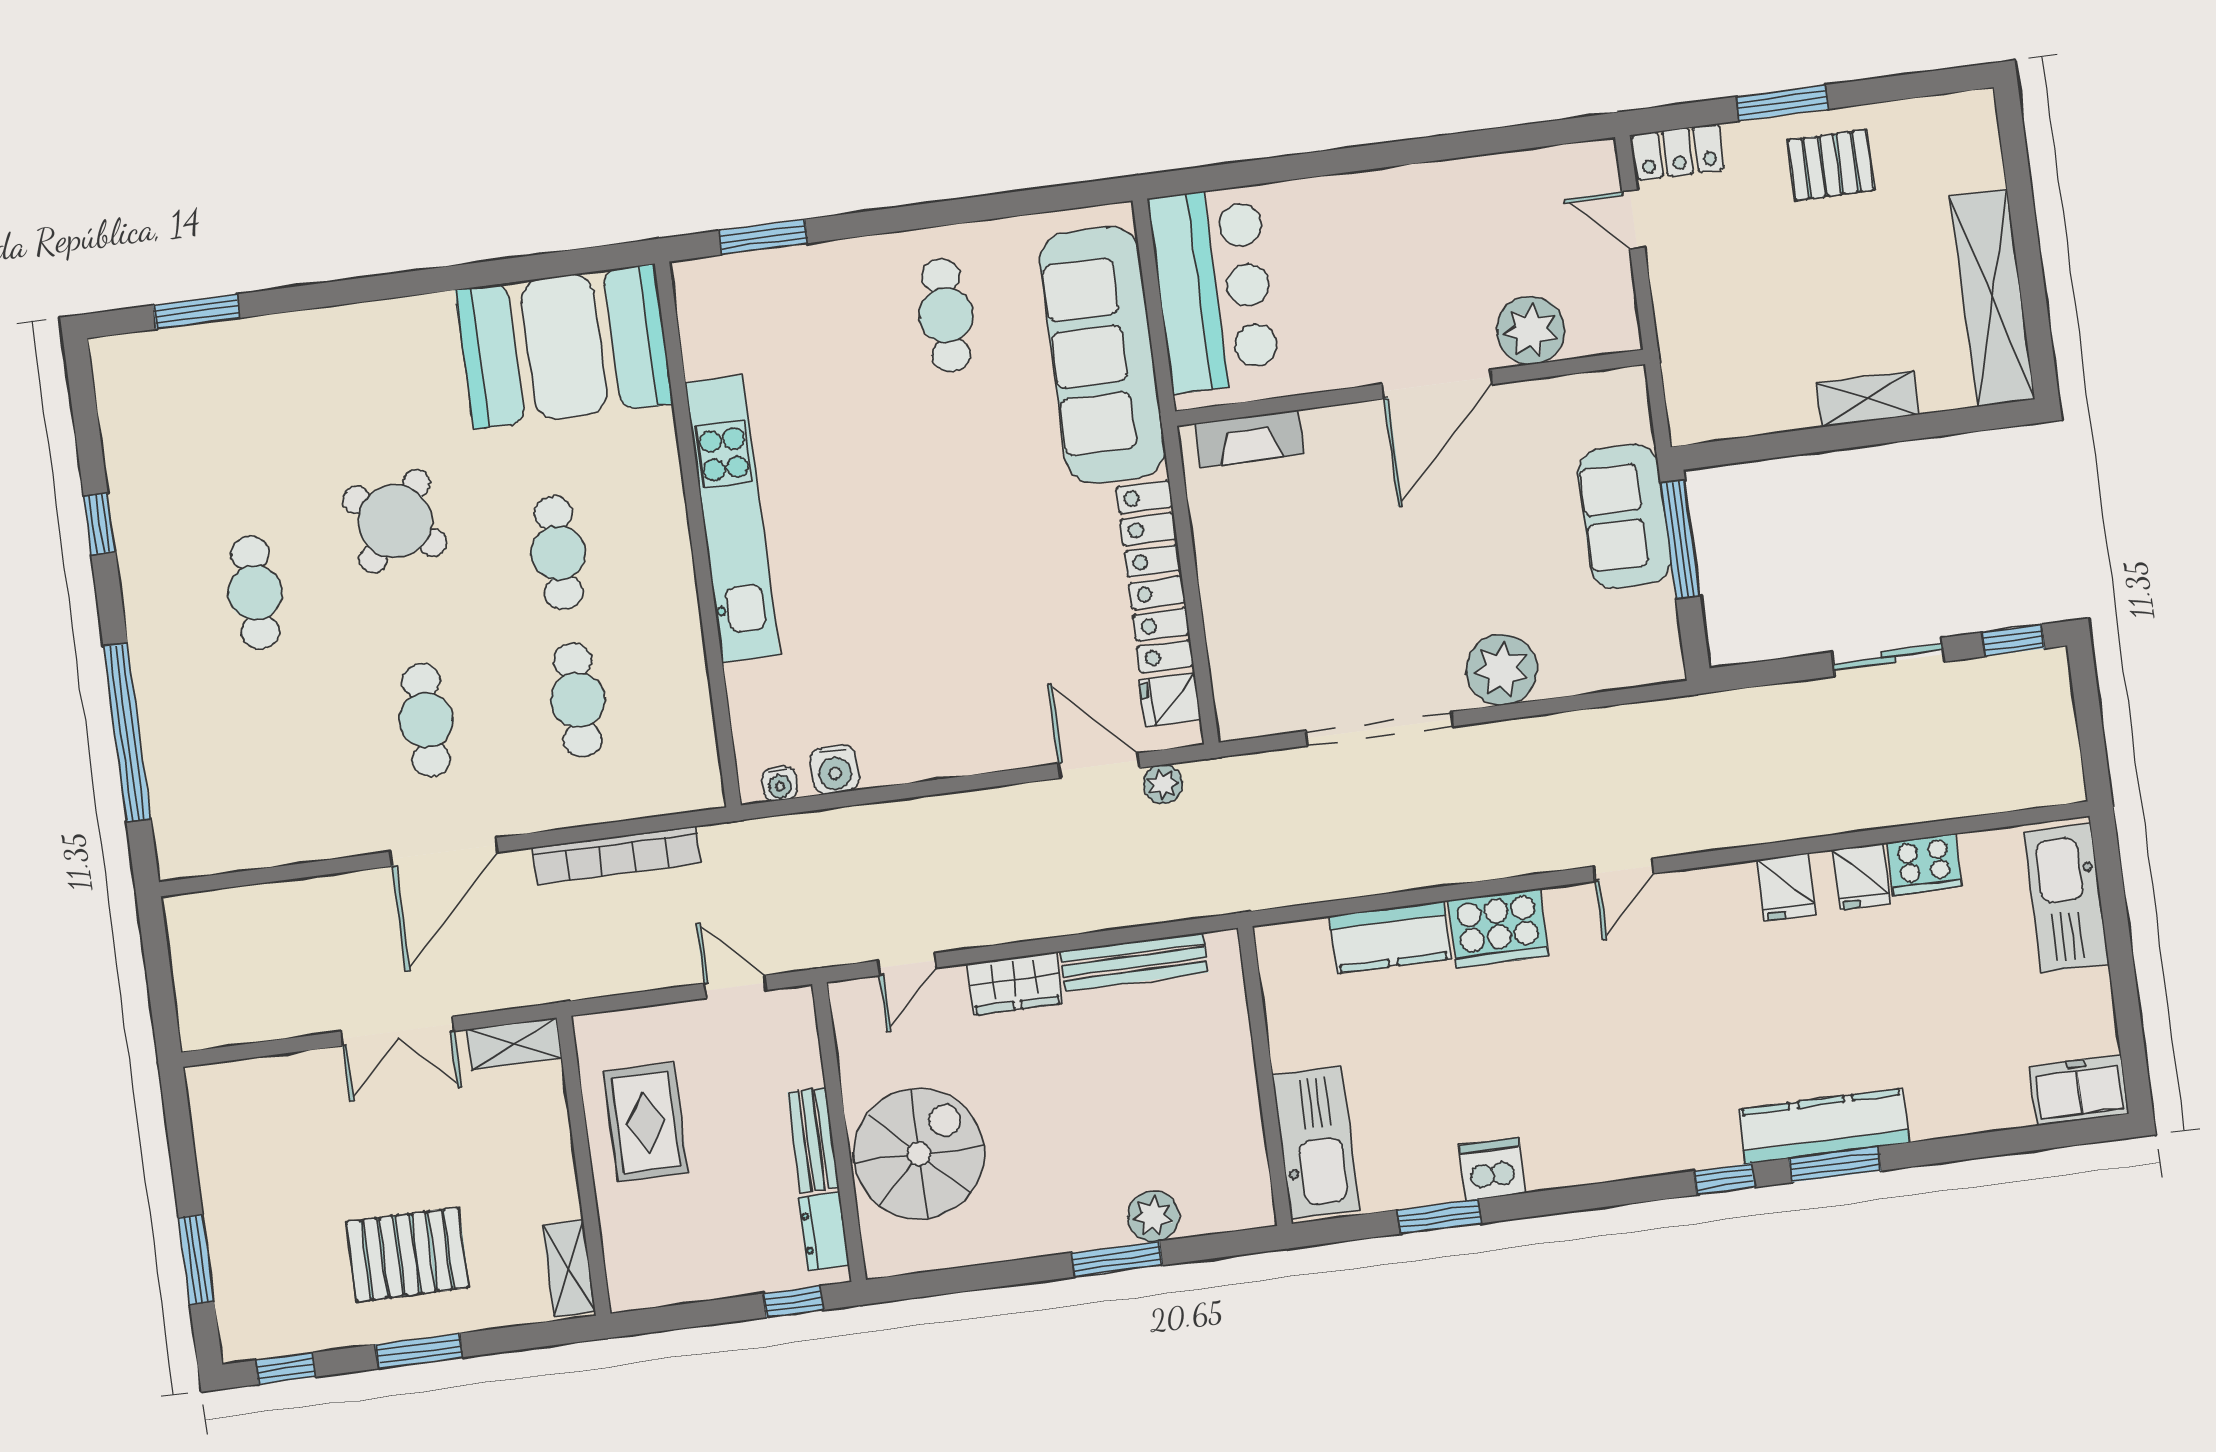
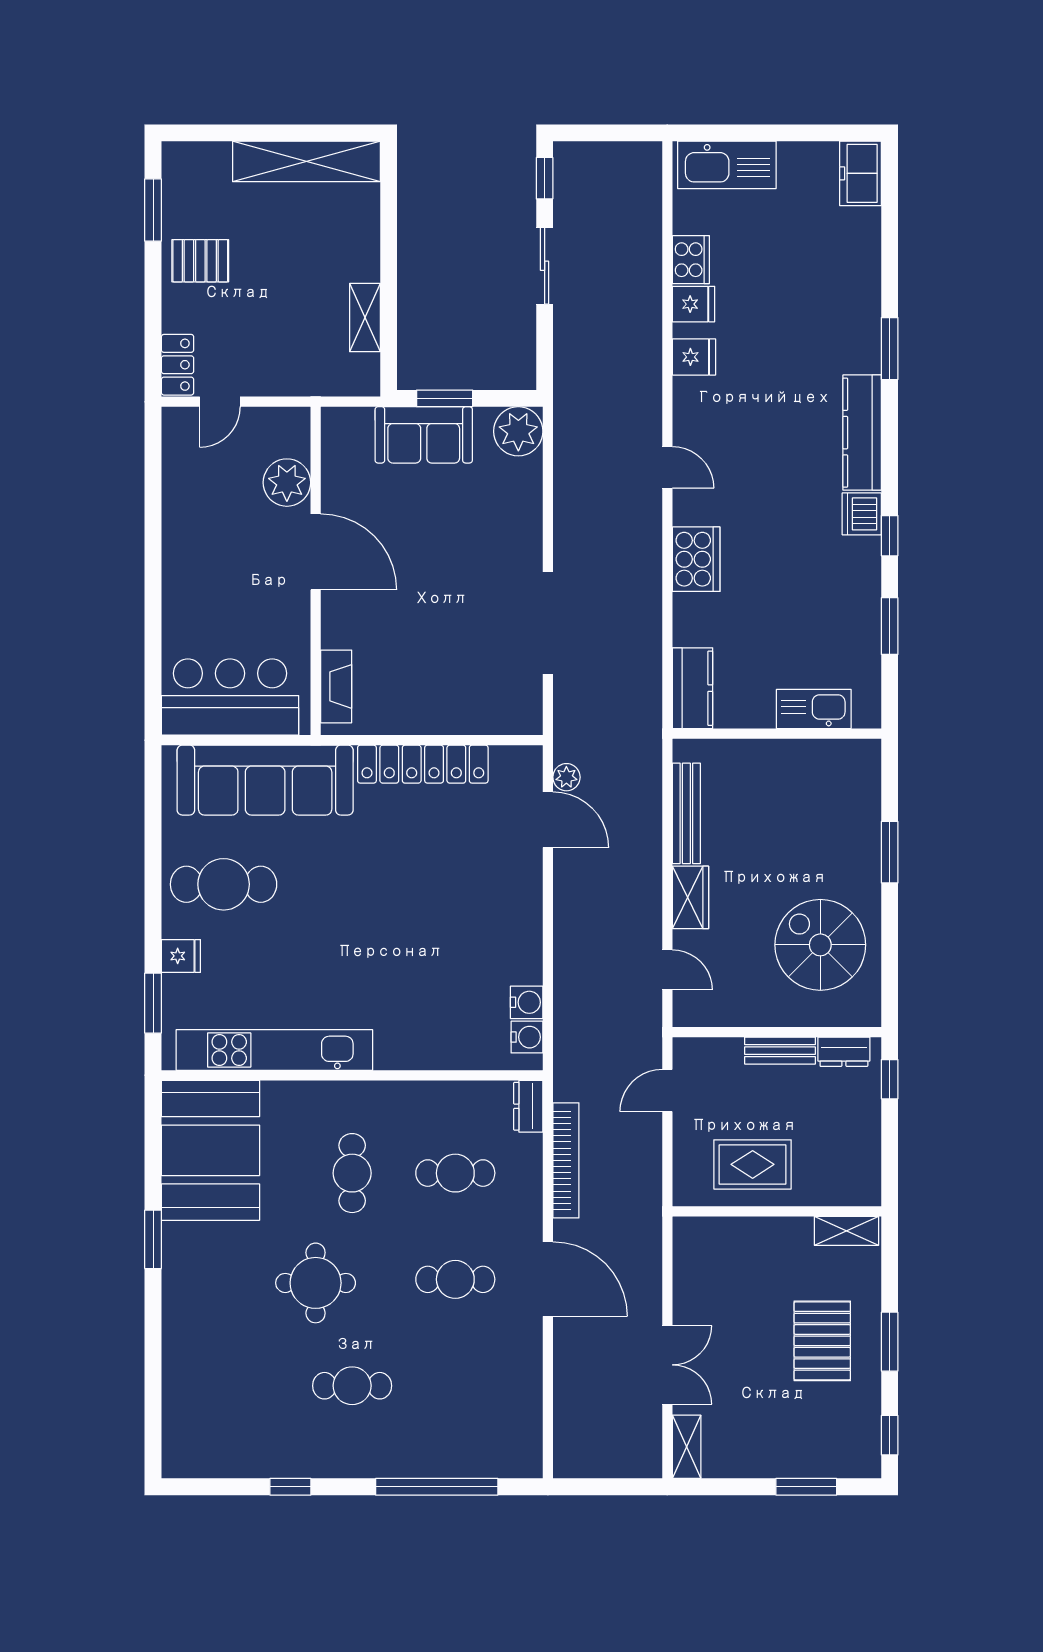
window: (1782, 103) -> (153, 210), moved
pallet: (1831, 165) -> (200, 261), turned 90
window: (197, 312) -> (153, 1239), moved
cafe table: (946, 315) -> (224, 884), width x1.37, depth x1.35
shelving: (1868, 399) -> (365, 318), moved
kitchen unit: (732, 519) -> (274, 1050), moved
round table: (395, 521) -> (316, 1283), turned -37
window: (1680, 539) -> (445, 398), width x0.69
cafe table: (558, 553) -> (352, 1173), turned 90
plant: (1502, 670) -> (518, 431), moved
fridge: (1170, 700) -> (181, 956), moved, turned -90
door: (1099, 766) -> (548, 820), swing flipped
water cooler: (780, 784) -> (527, 1037), width x1.38, depth x1.38
dresser: (687, 792) -> (528, 1106), added
kitchen counter: (1390, 937) -> (693, 688), moved
double door: (397, 1031) -> (667, 1365), moved
shelving: (514, 1044) -> (687, 1447), moved
kitchen counter: (1824, 1126) -> (862, 433), moved
kitchen sink: (1316, 1142) -> (814, 709), width x0.73, depth x0.81
spiral stairs: (919, 1154) -> (820, 945), moved
dishwasher: (1492, 1169) -> (862, 514), moved
window: (1724, 1179) -> (890, 536), moved
plant: (1153, 1216) -> (864, 823), removed

